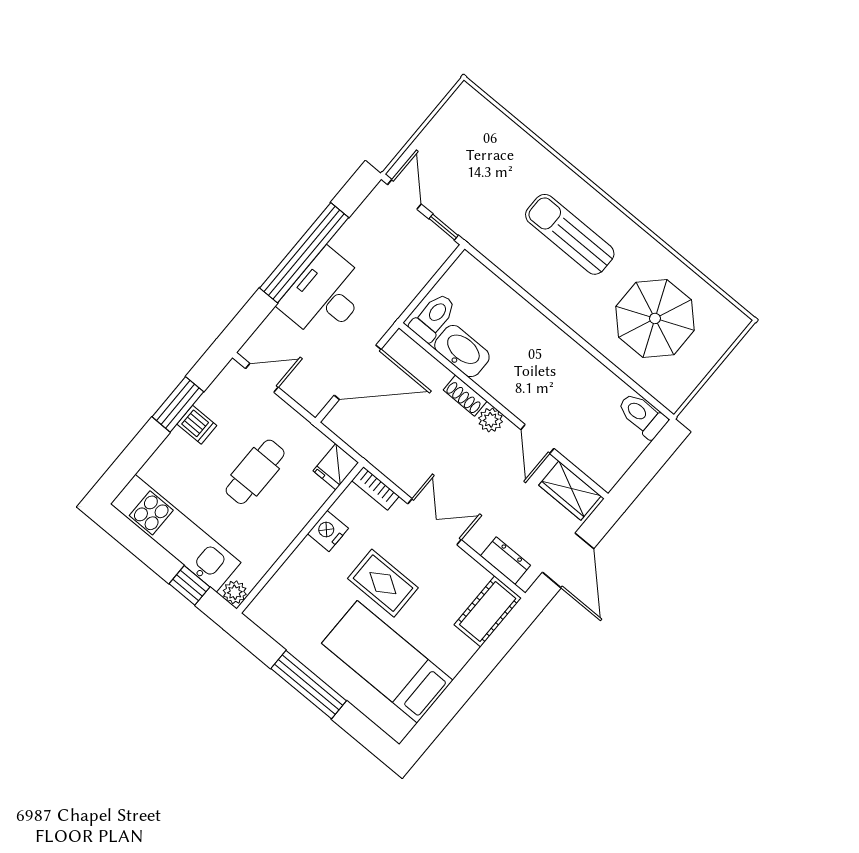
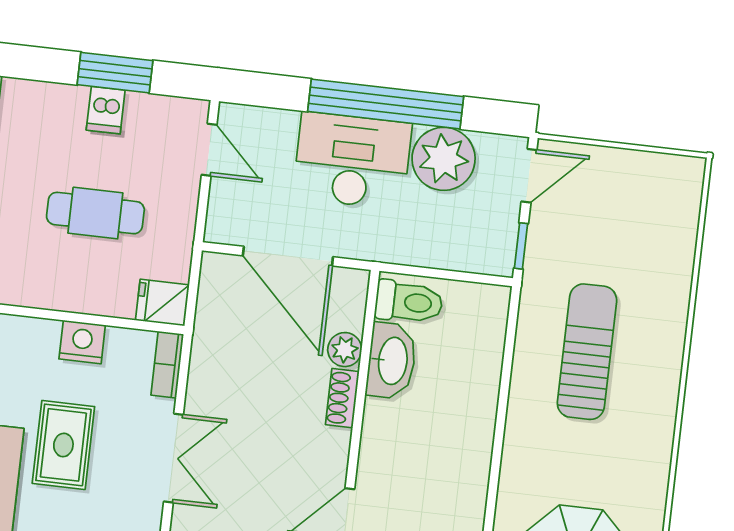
sun lounger: (570, 234) -> (587, 352), moved
plant: (360, 239) -> (444, 159), added
plant: (491, 420) -> (345, 350), moved

